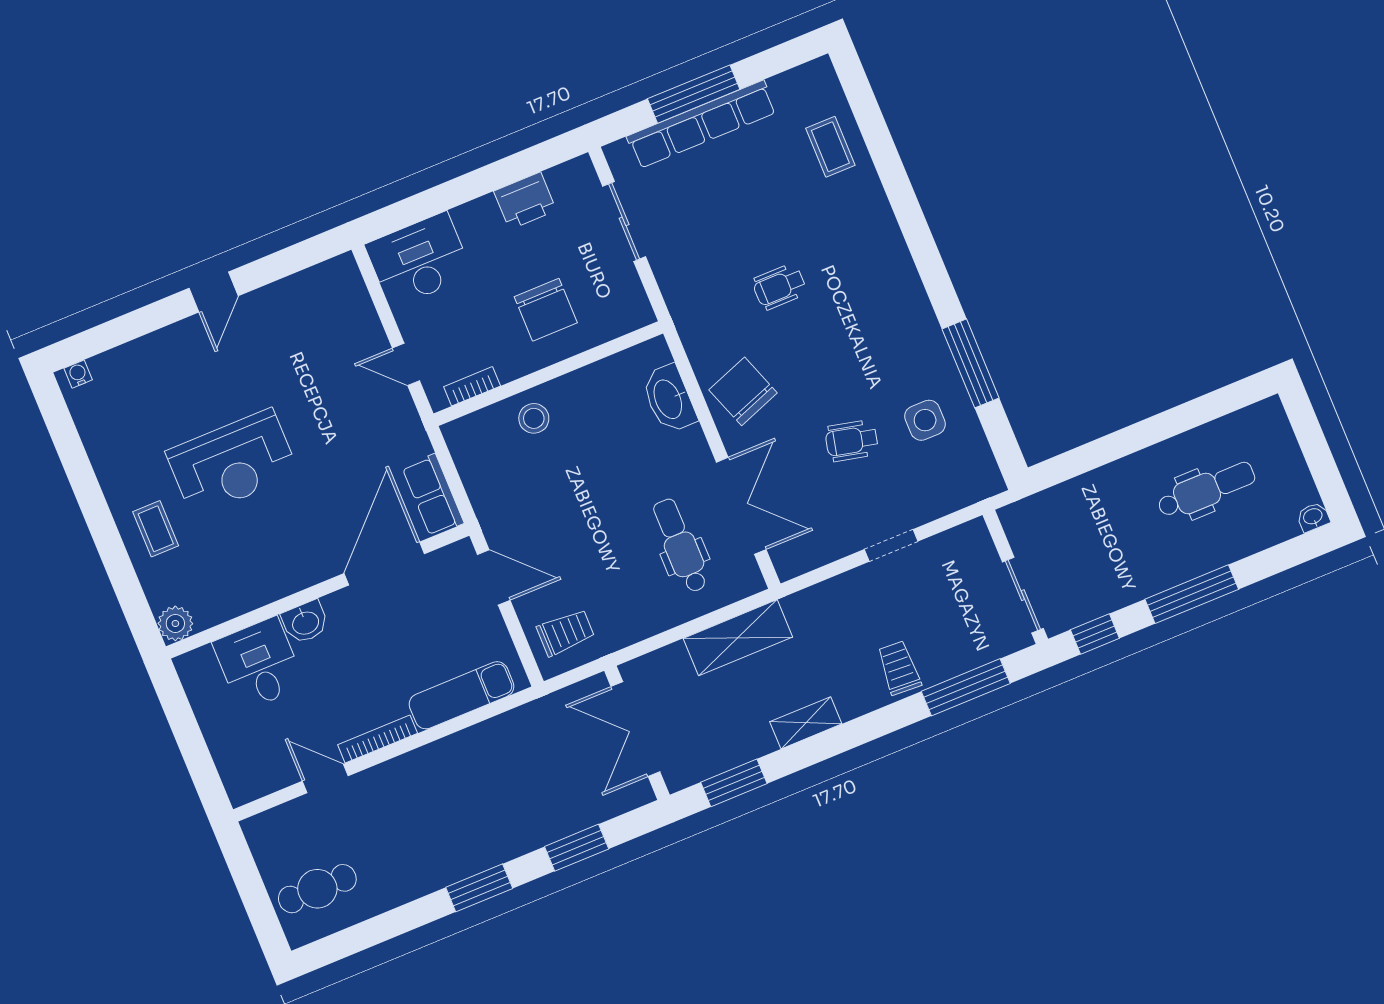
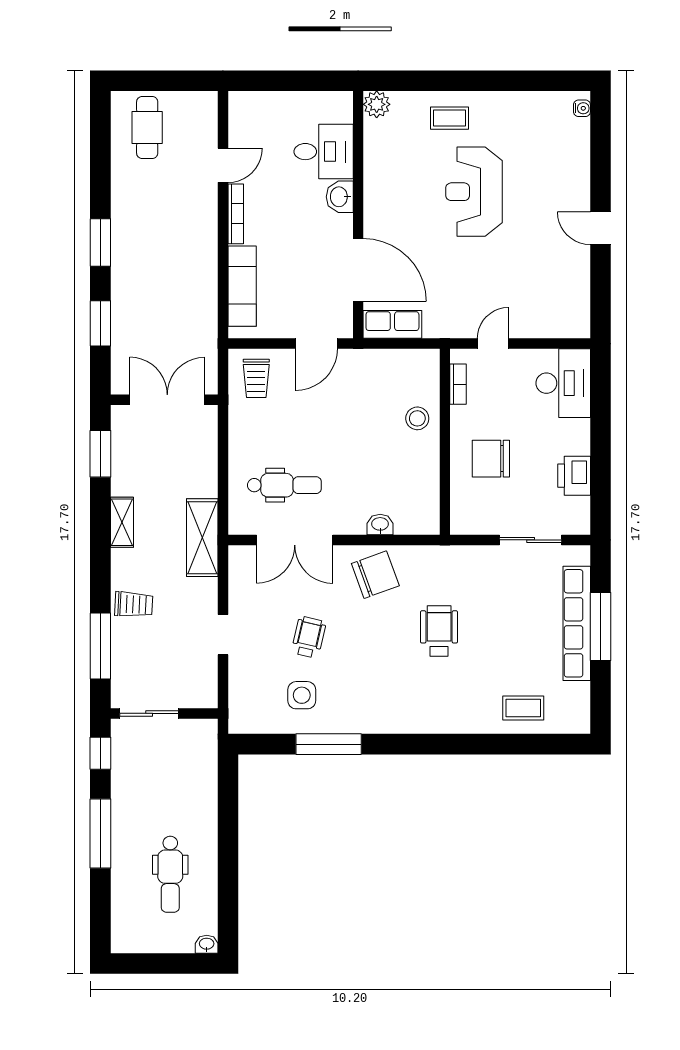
wheelchair: (779, 287) -> (439, 631), width x1.36, depth x1.37
washbasin: (669, 399) -> (380, 525), width x0.52, depth x0.69
washbasin: (1313, 517) -> (207, 944), moved, turned -90
shelving: (738, 638) -> (202, 538), moved

